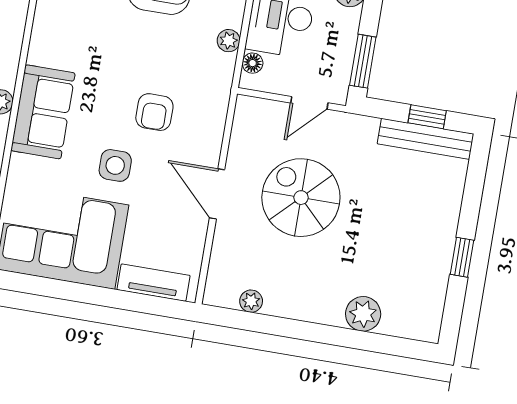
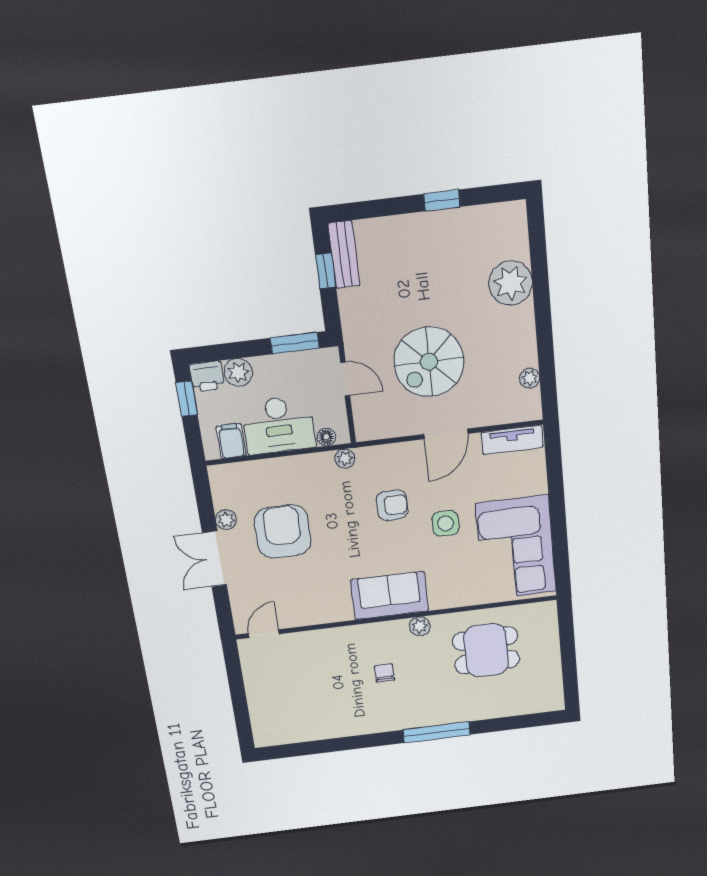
plant: (229, 41) -> (345, 459), moved
sofa: (43, 112) -> (390, 596), moved
bench: (426, 139) -> (344, 255), width x0.73
tv unit: (154, 283) -> (512, 440), moved, turned -90
plant: (363, 314) -> (511, 283), width x1.36, depth x1.36

